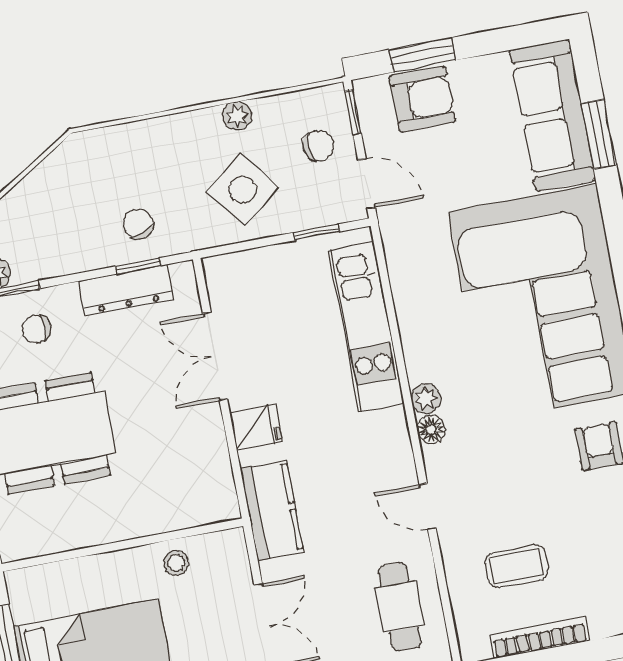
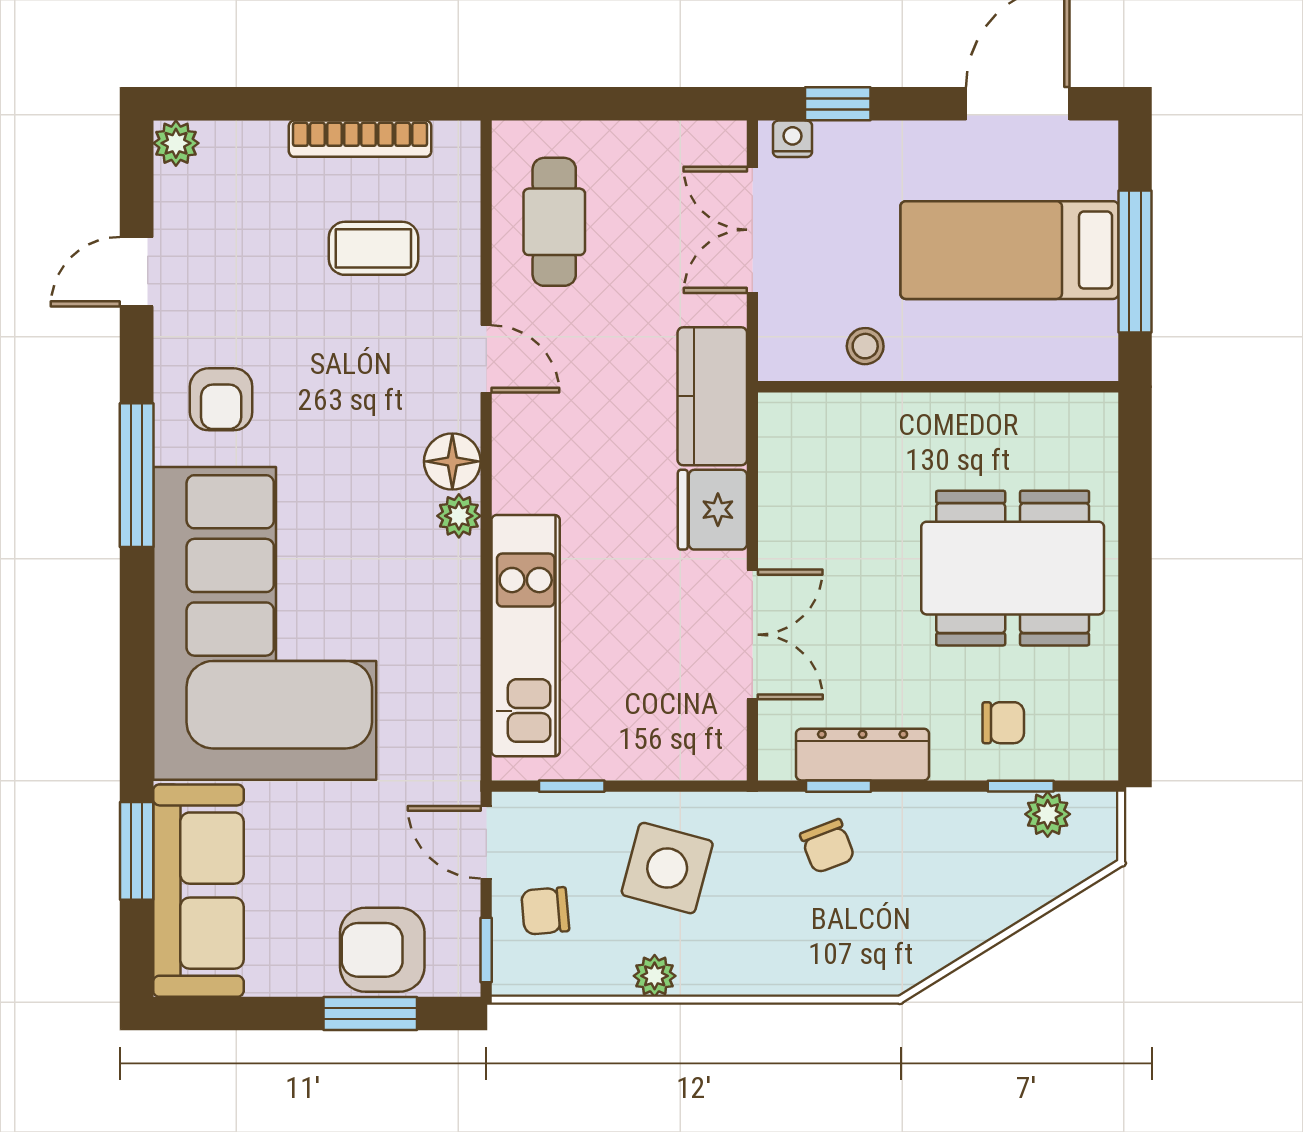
side table: (242, 190) -> (667, 868), turned -37
fridge: (256, 427) -> (712, 510), width x1.38
floor lamp: (431, 430) -> (452, 461), width x1.37, depth x1.37

